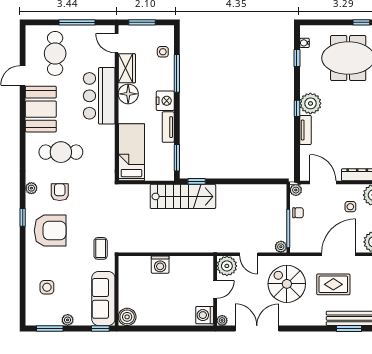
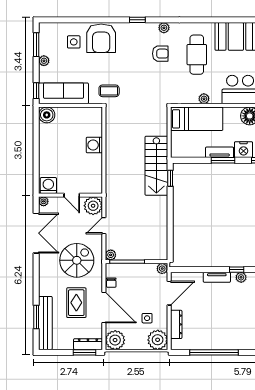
plant: (310, 103) -> (241, 277), width x0.53, depth x0.53
plant: (109, 144) -> (204, 99), added
window: (177, 158) -> (223, 160), moved
chair: (298, 213) -> (111, 283), moved
armchair: (50, 231) -> (101, 38), moved

